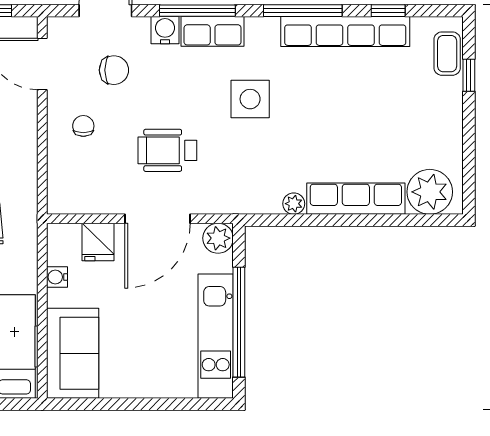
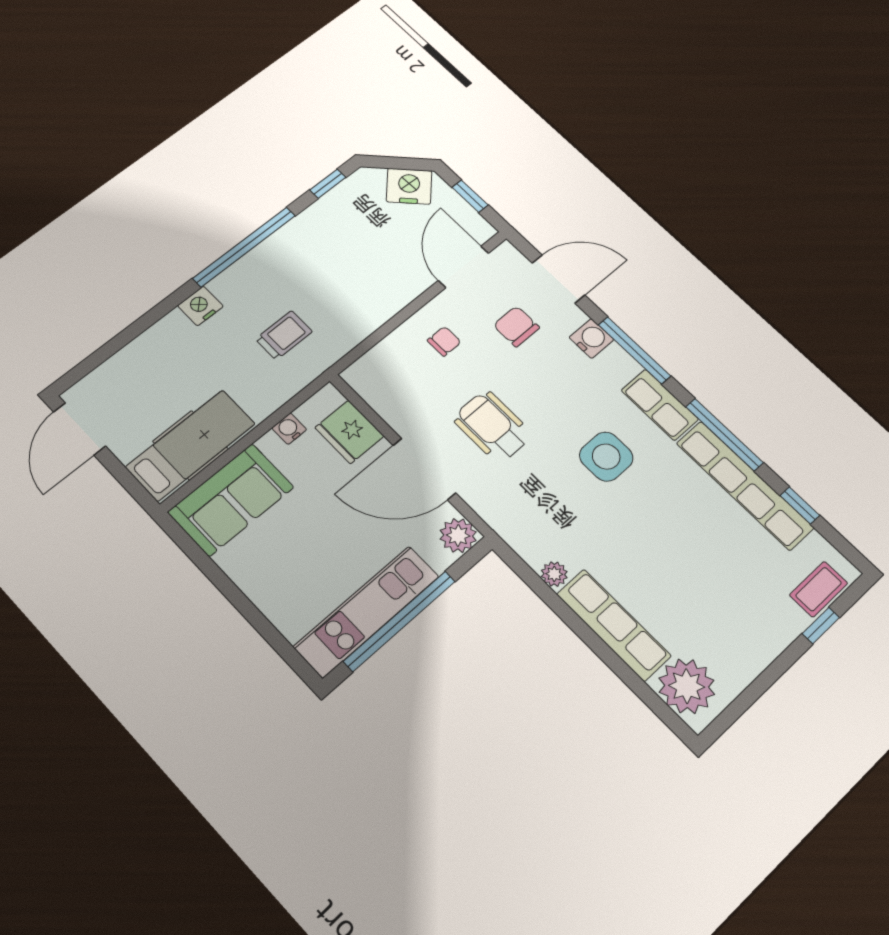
row of seats: (213, 31) -> (660, 405), moved
chair: (114, 70) -> (516, 326), turned 180
fridge: (98, 242) -> (349, 432), width x1.38

